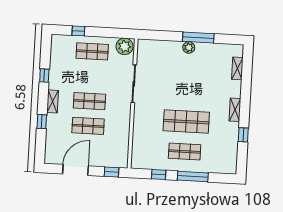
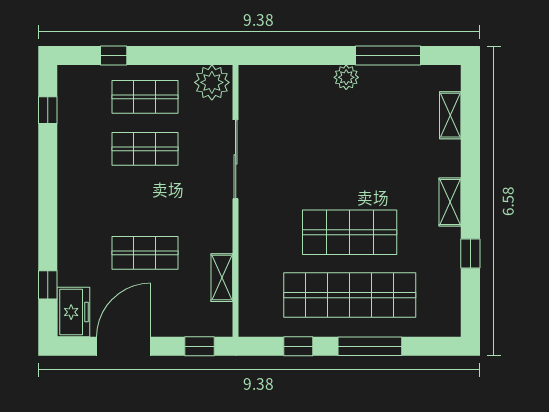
window: (198, 38) -> (388, 55), moved
window: (44, 75) -> (48, 110), moved
shelving: (53, 101) -> (222, 278), moved
shop shelf: (89, 101) -> (145, 149), moved
window: (42, 122) -> (48, 285), moved
freezer: (52, 152) -> (73, 312), added
shop shelf: (185, 152) -> (350, 295), width x2.00, depth x1.36

